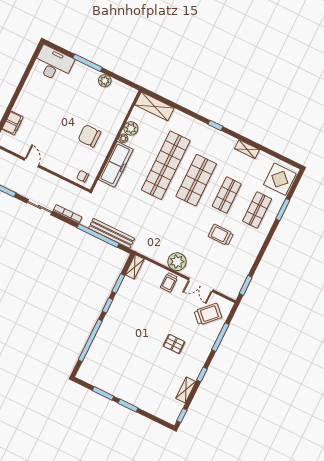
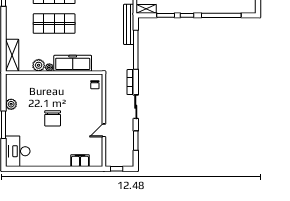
chair: (89, 136) -> (53, 118), moved
shop shelf: (166, 165) -> (54, 24), width x0.71
bench: (112, 233) -> (129, 24), moved

